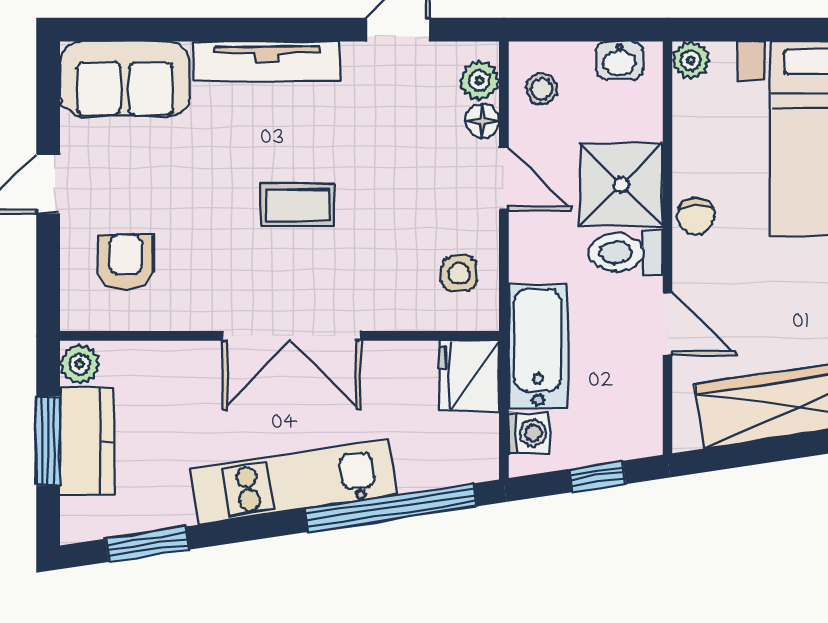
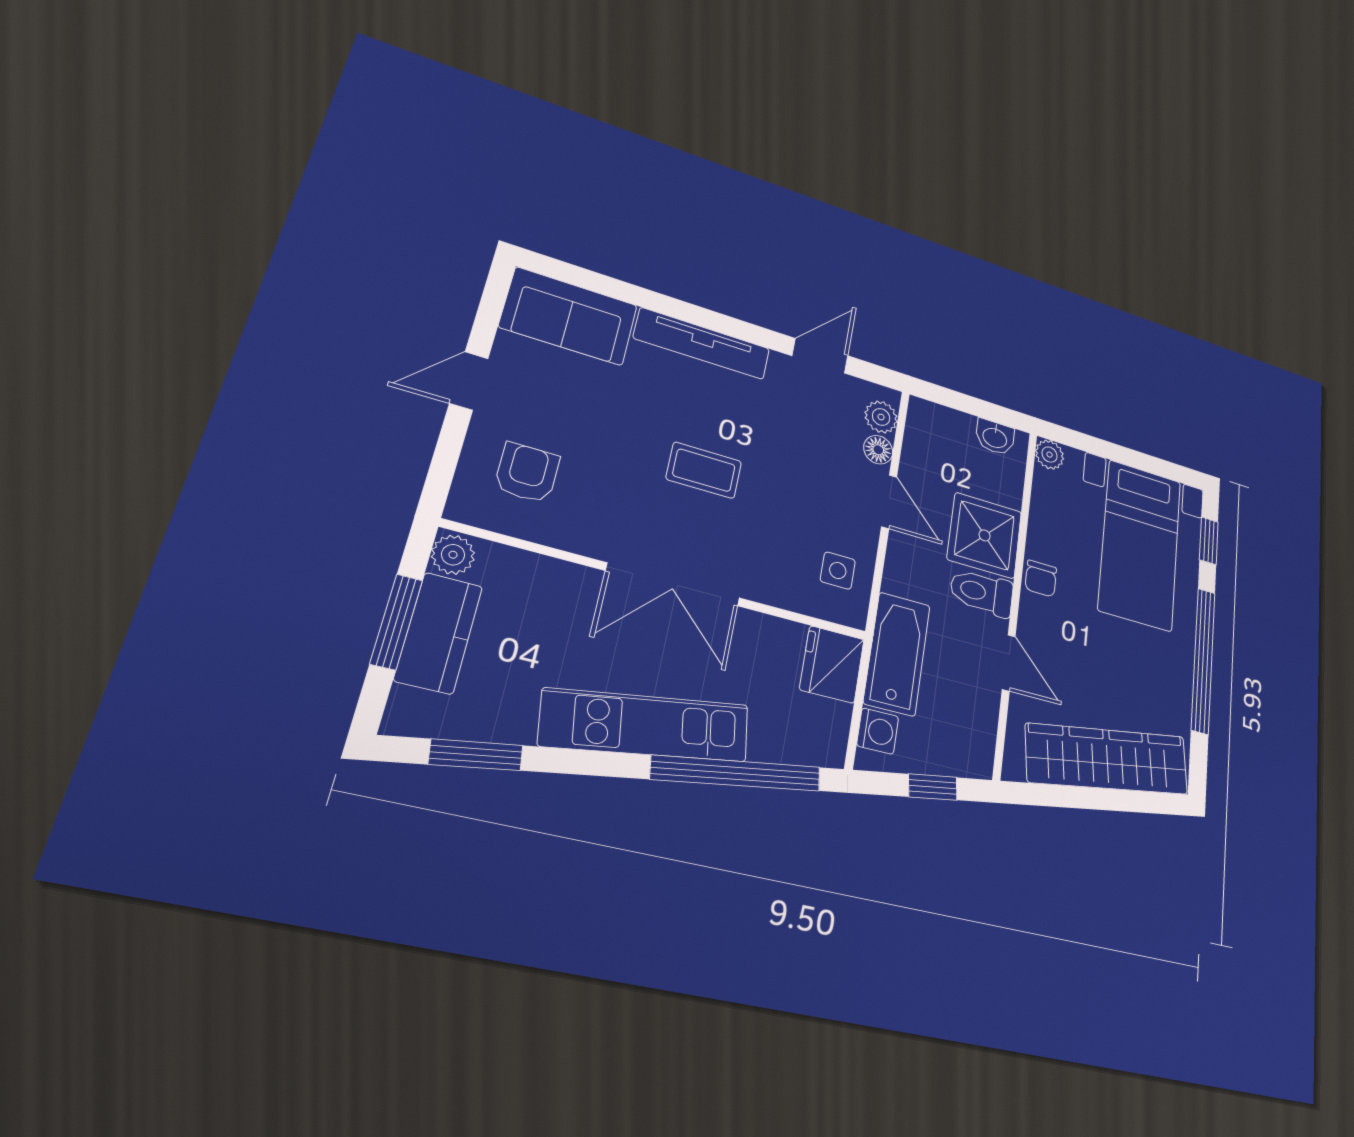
stool: (541, 89) -> (930, 440), removed

